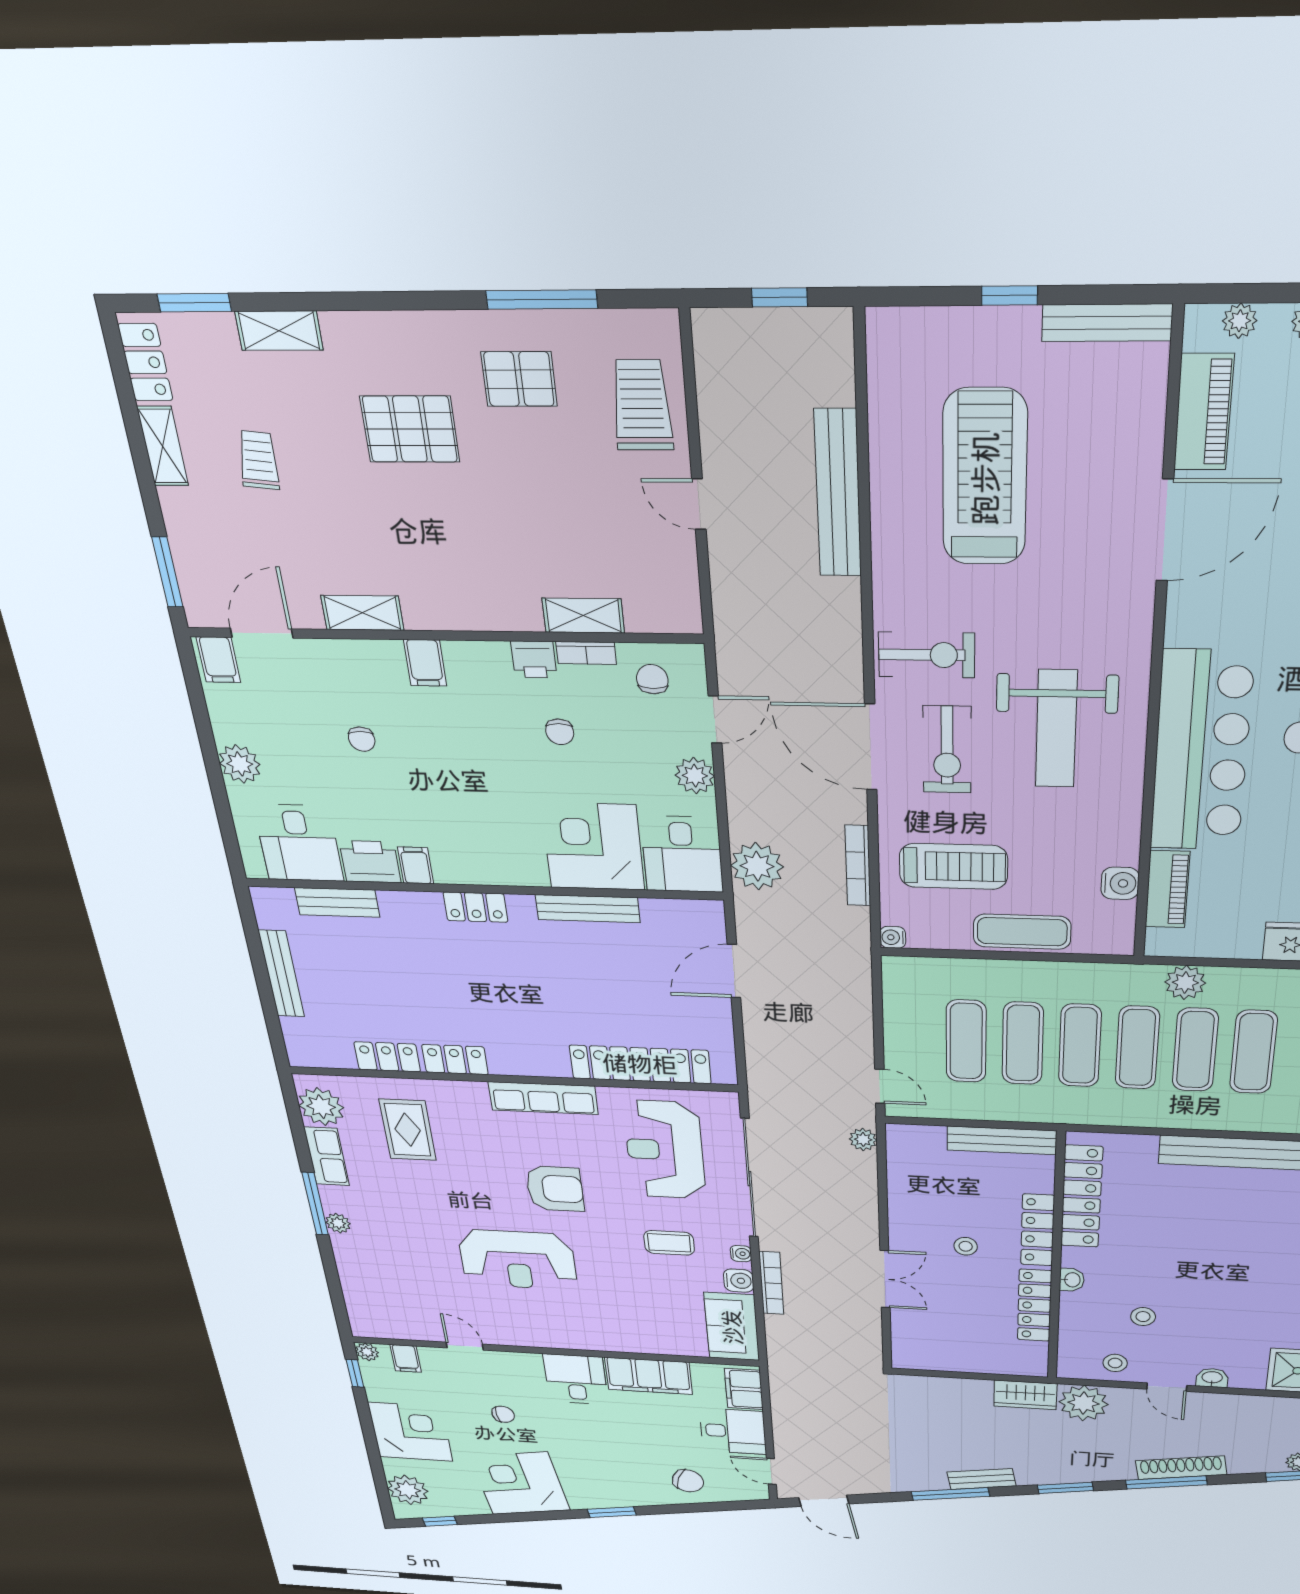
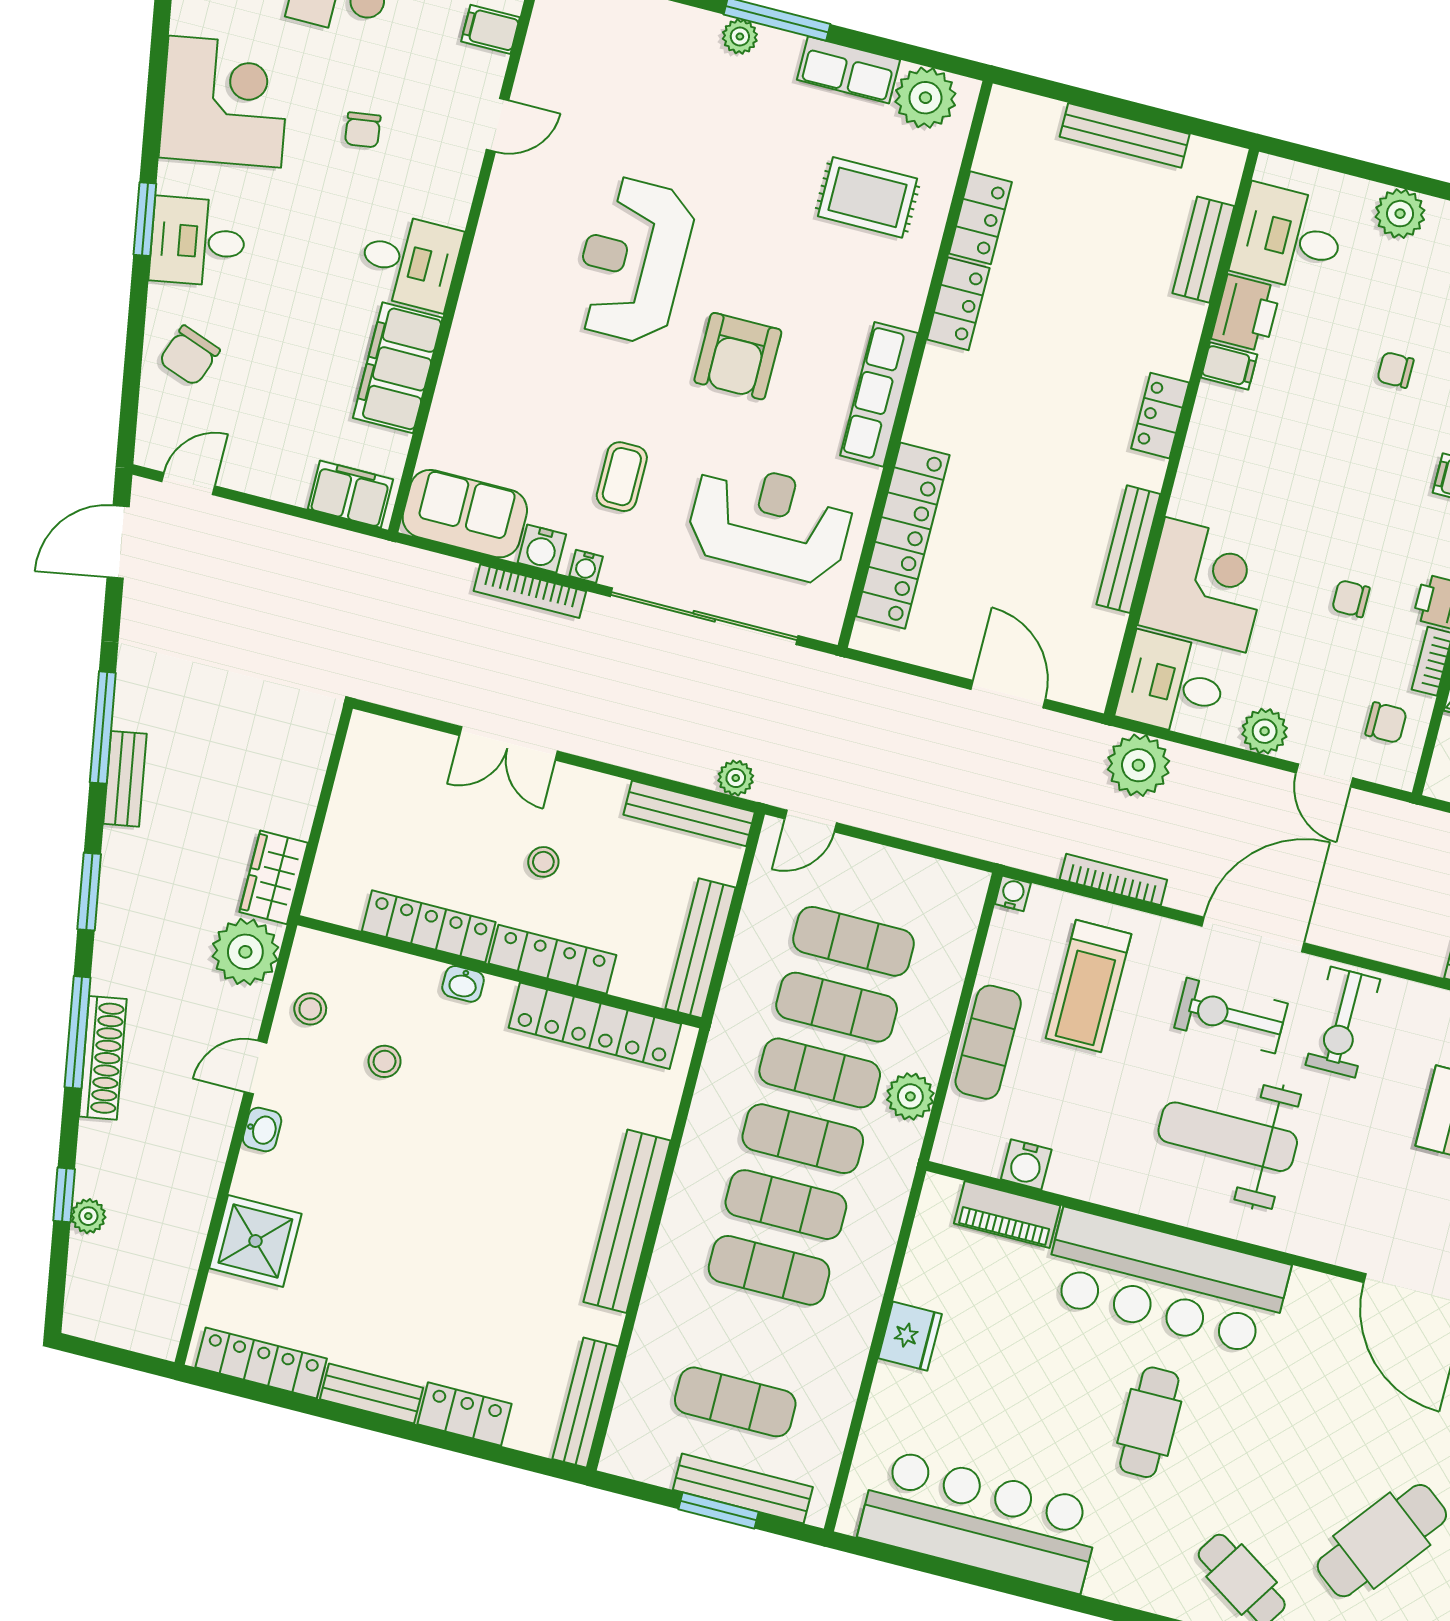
plant: (1185, 983) -> (910, 1096), moved
bench: (900, 1164) -> (689, 813), added
desk: (733, 1431) -> (198, 242), moved, turned 80

